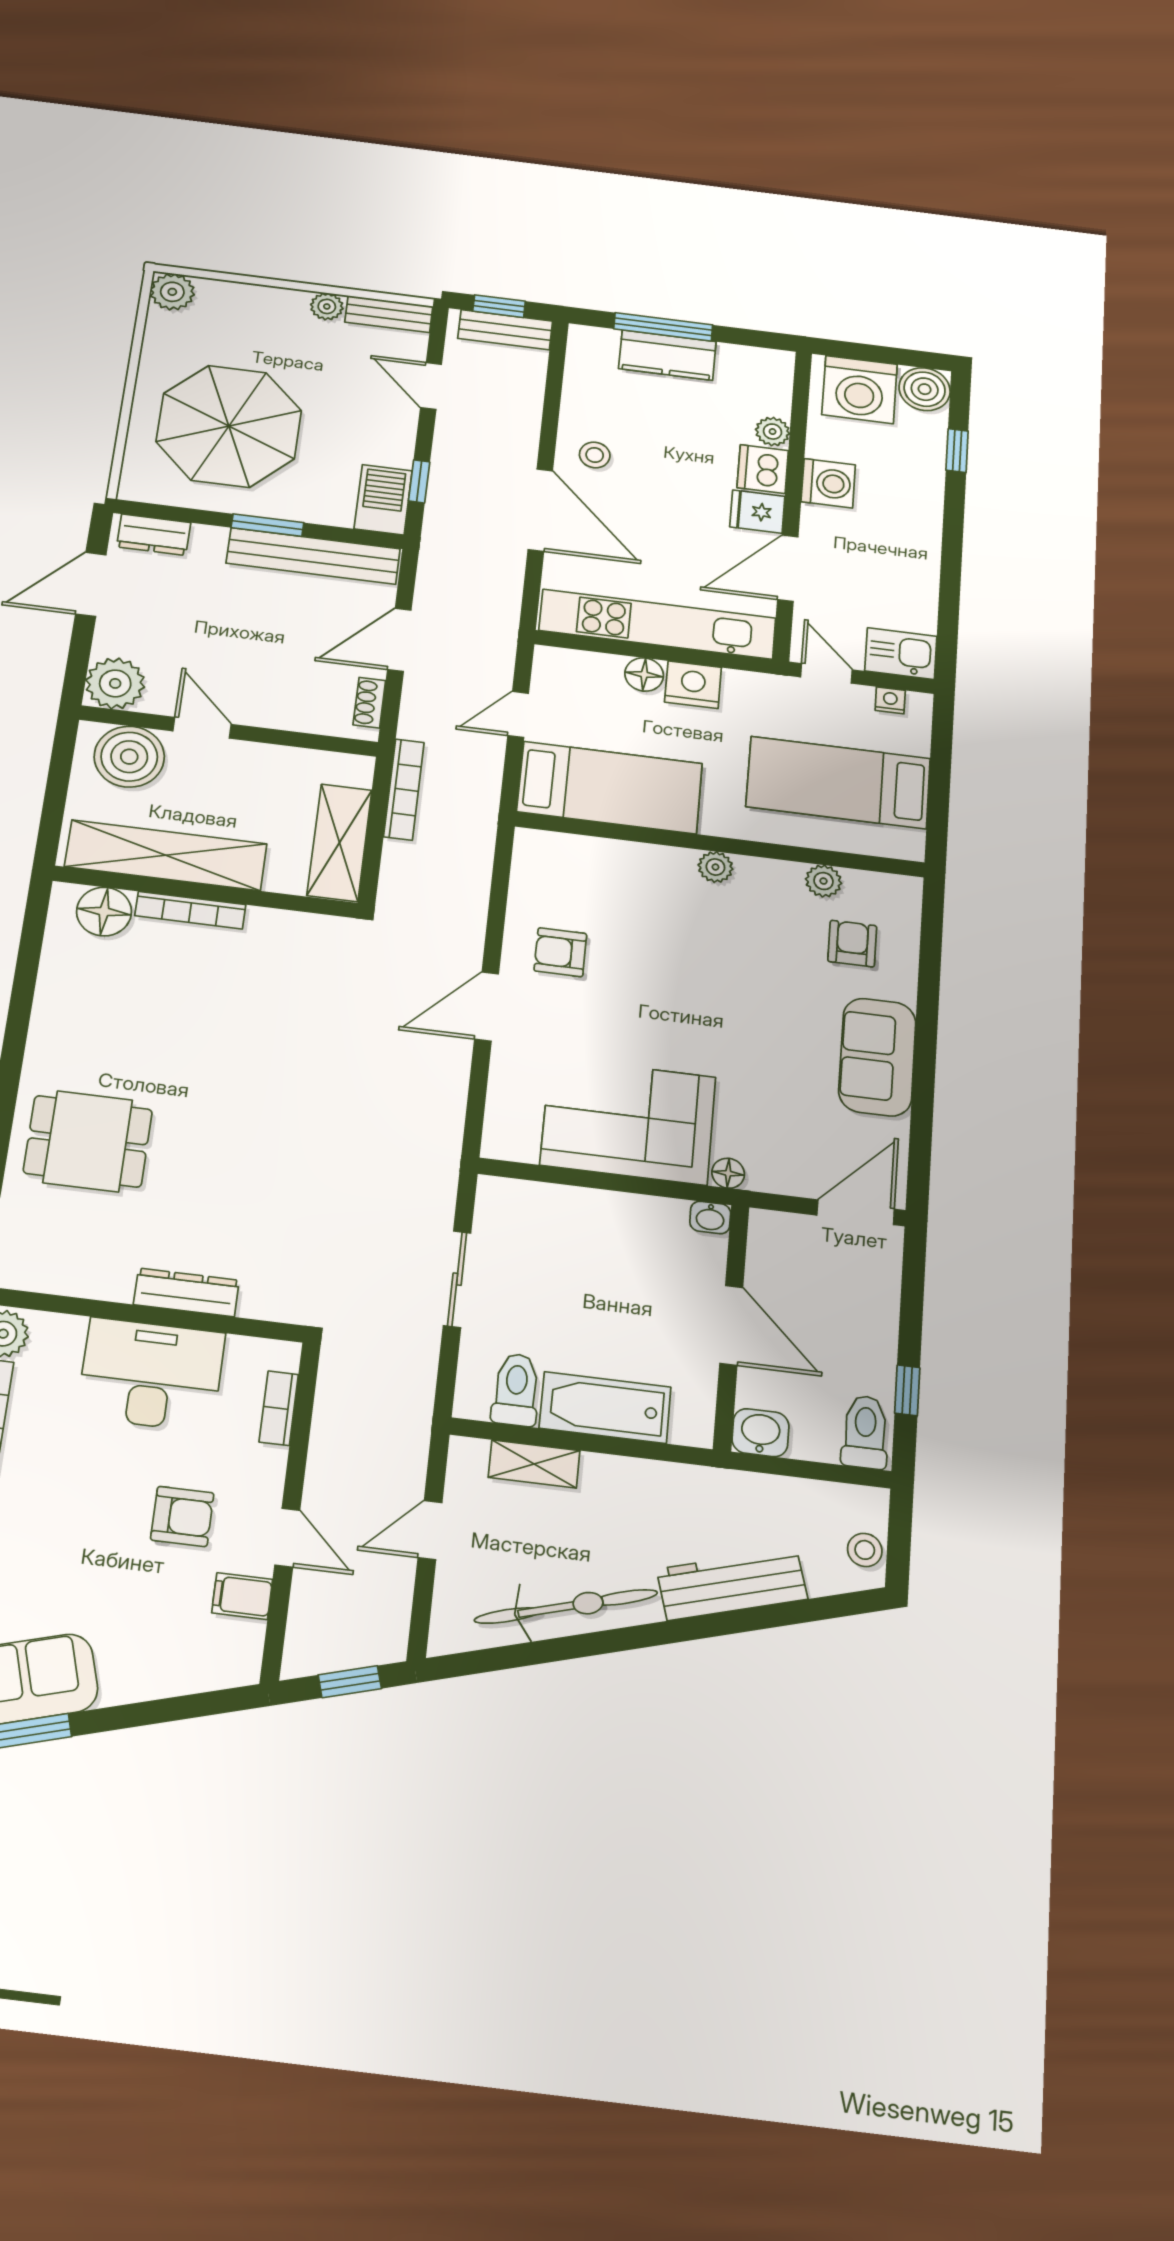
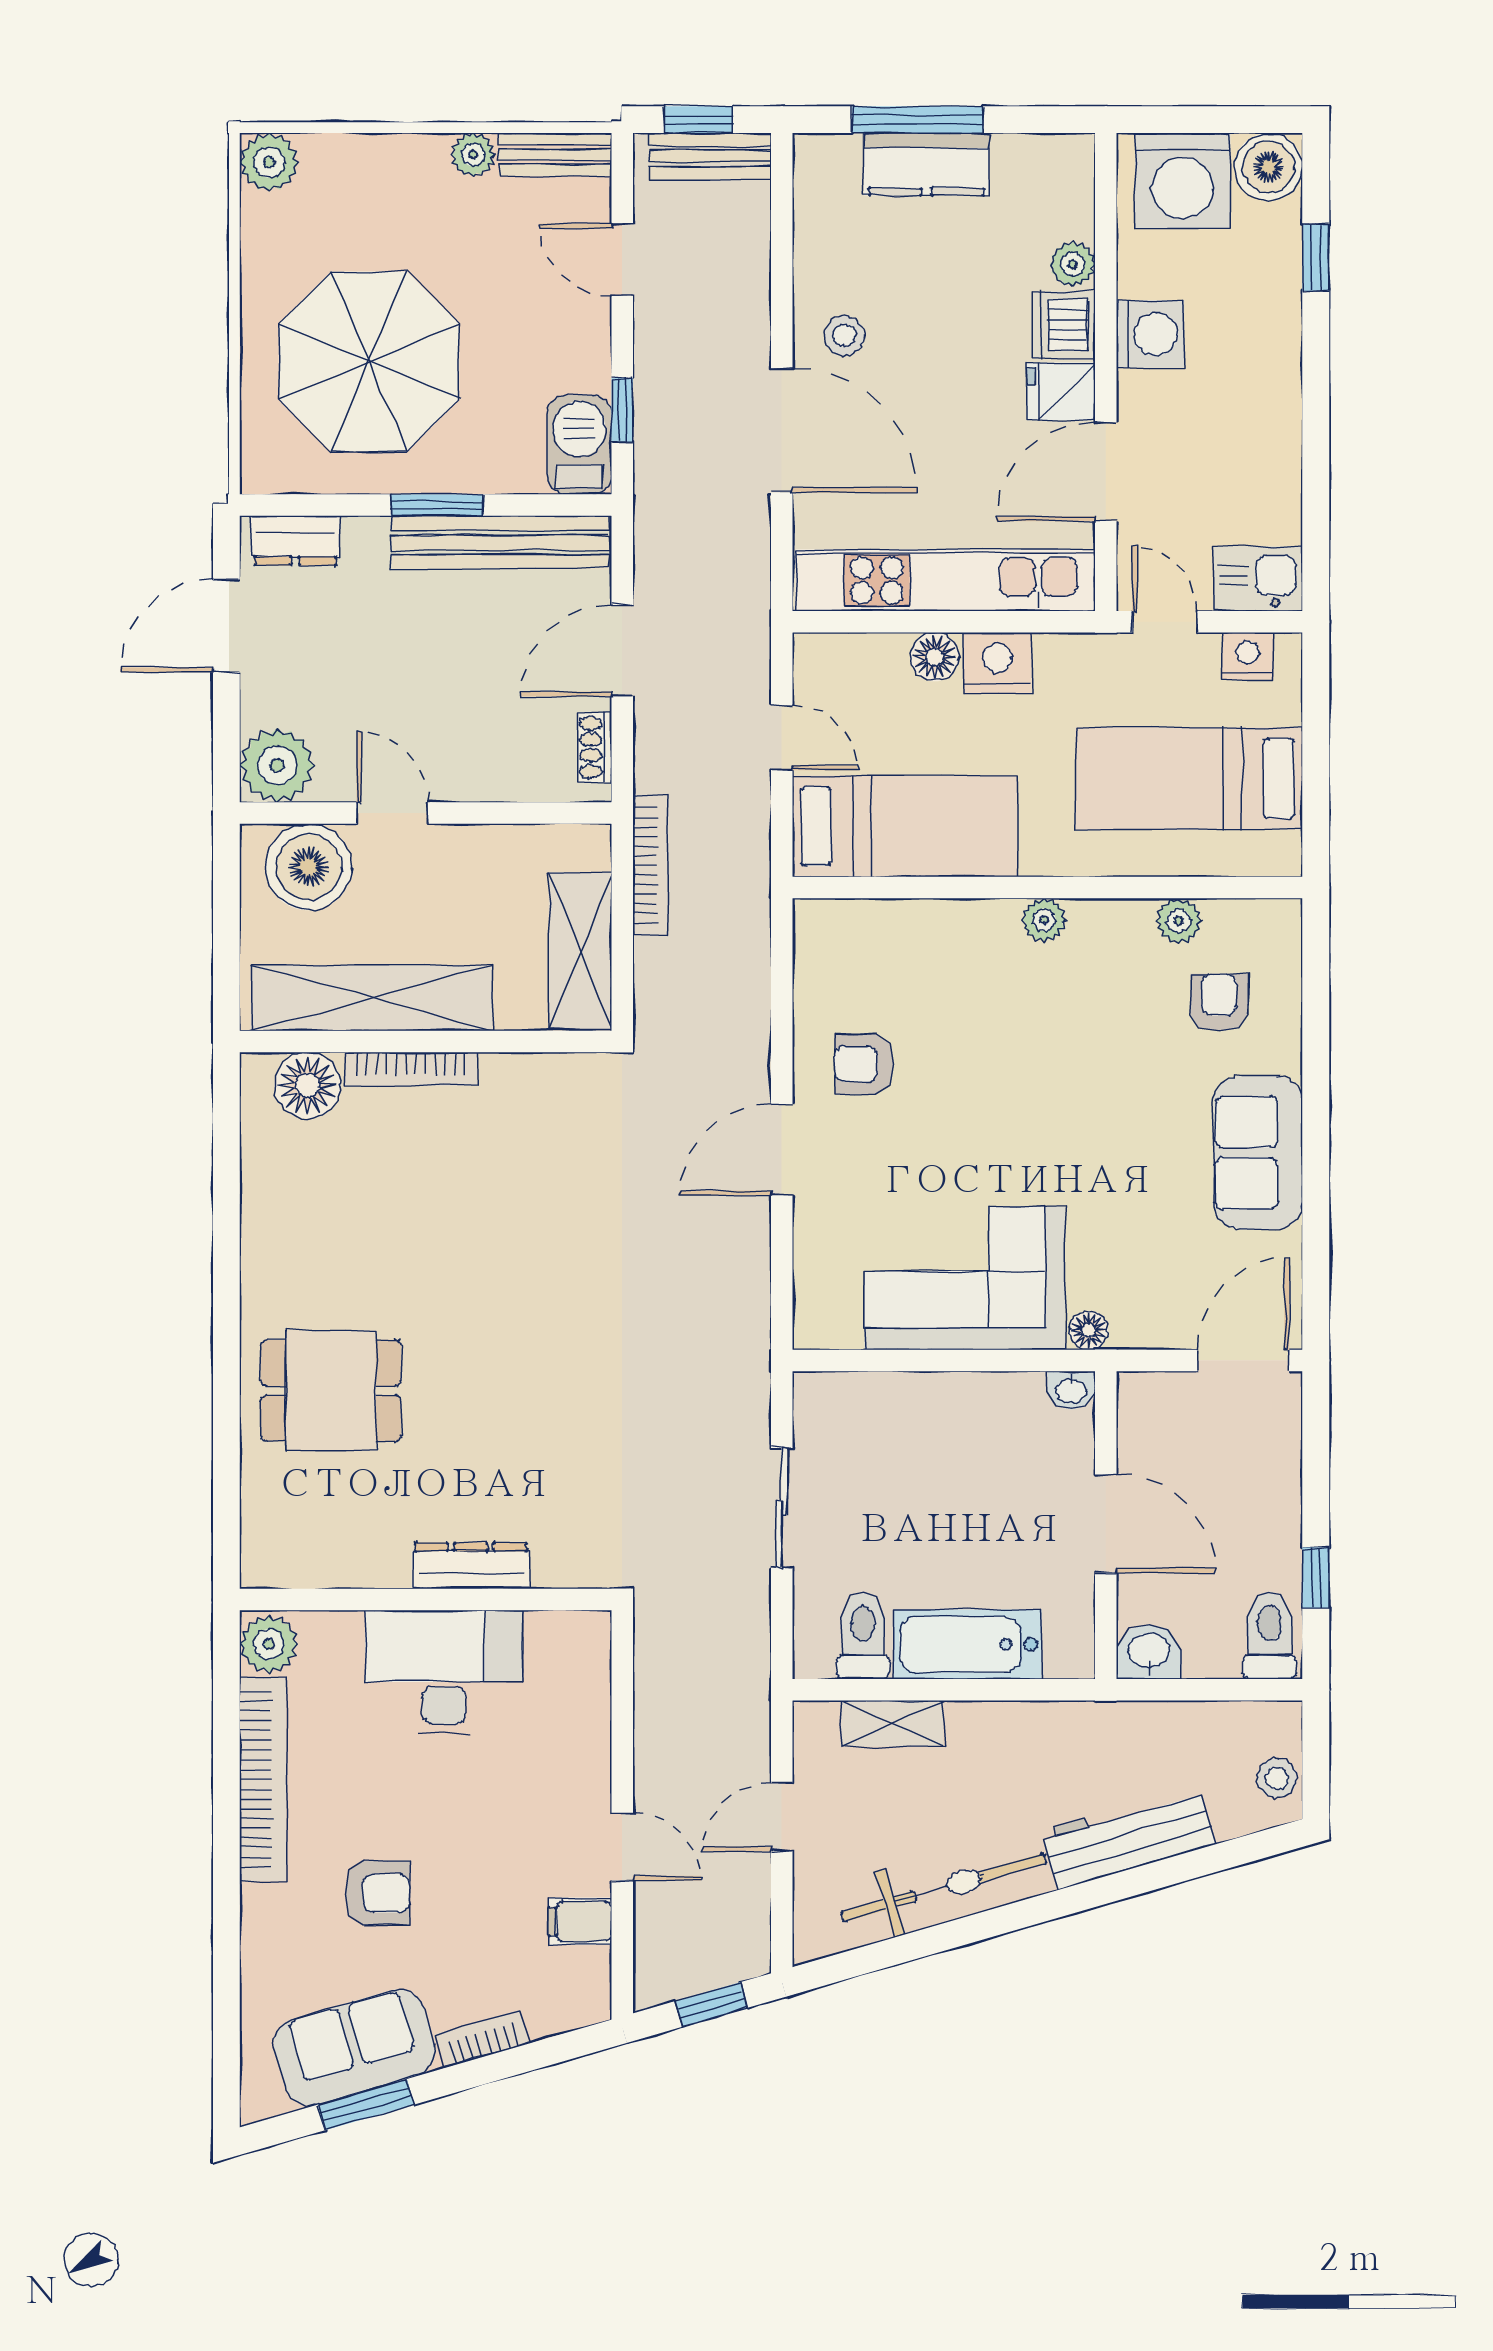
nightstand: (890, 700) -> (1248, 656), width x1.39, depth x1.35
door: (518, 714) -> (782, 738), swing flipped
bookcase: (279, 1408) -> (482, 2039), moved, turned 74
armchair: (182, 1516) -> (377, 1893), moved

